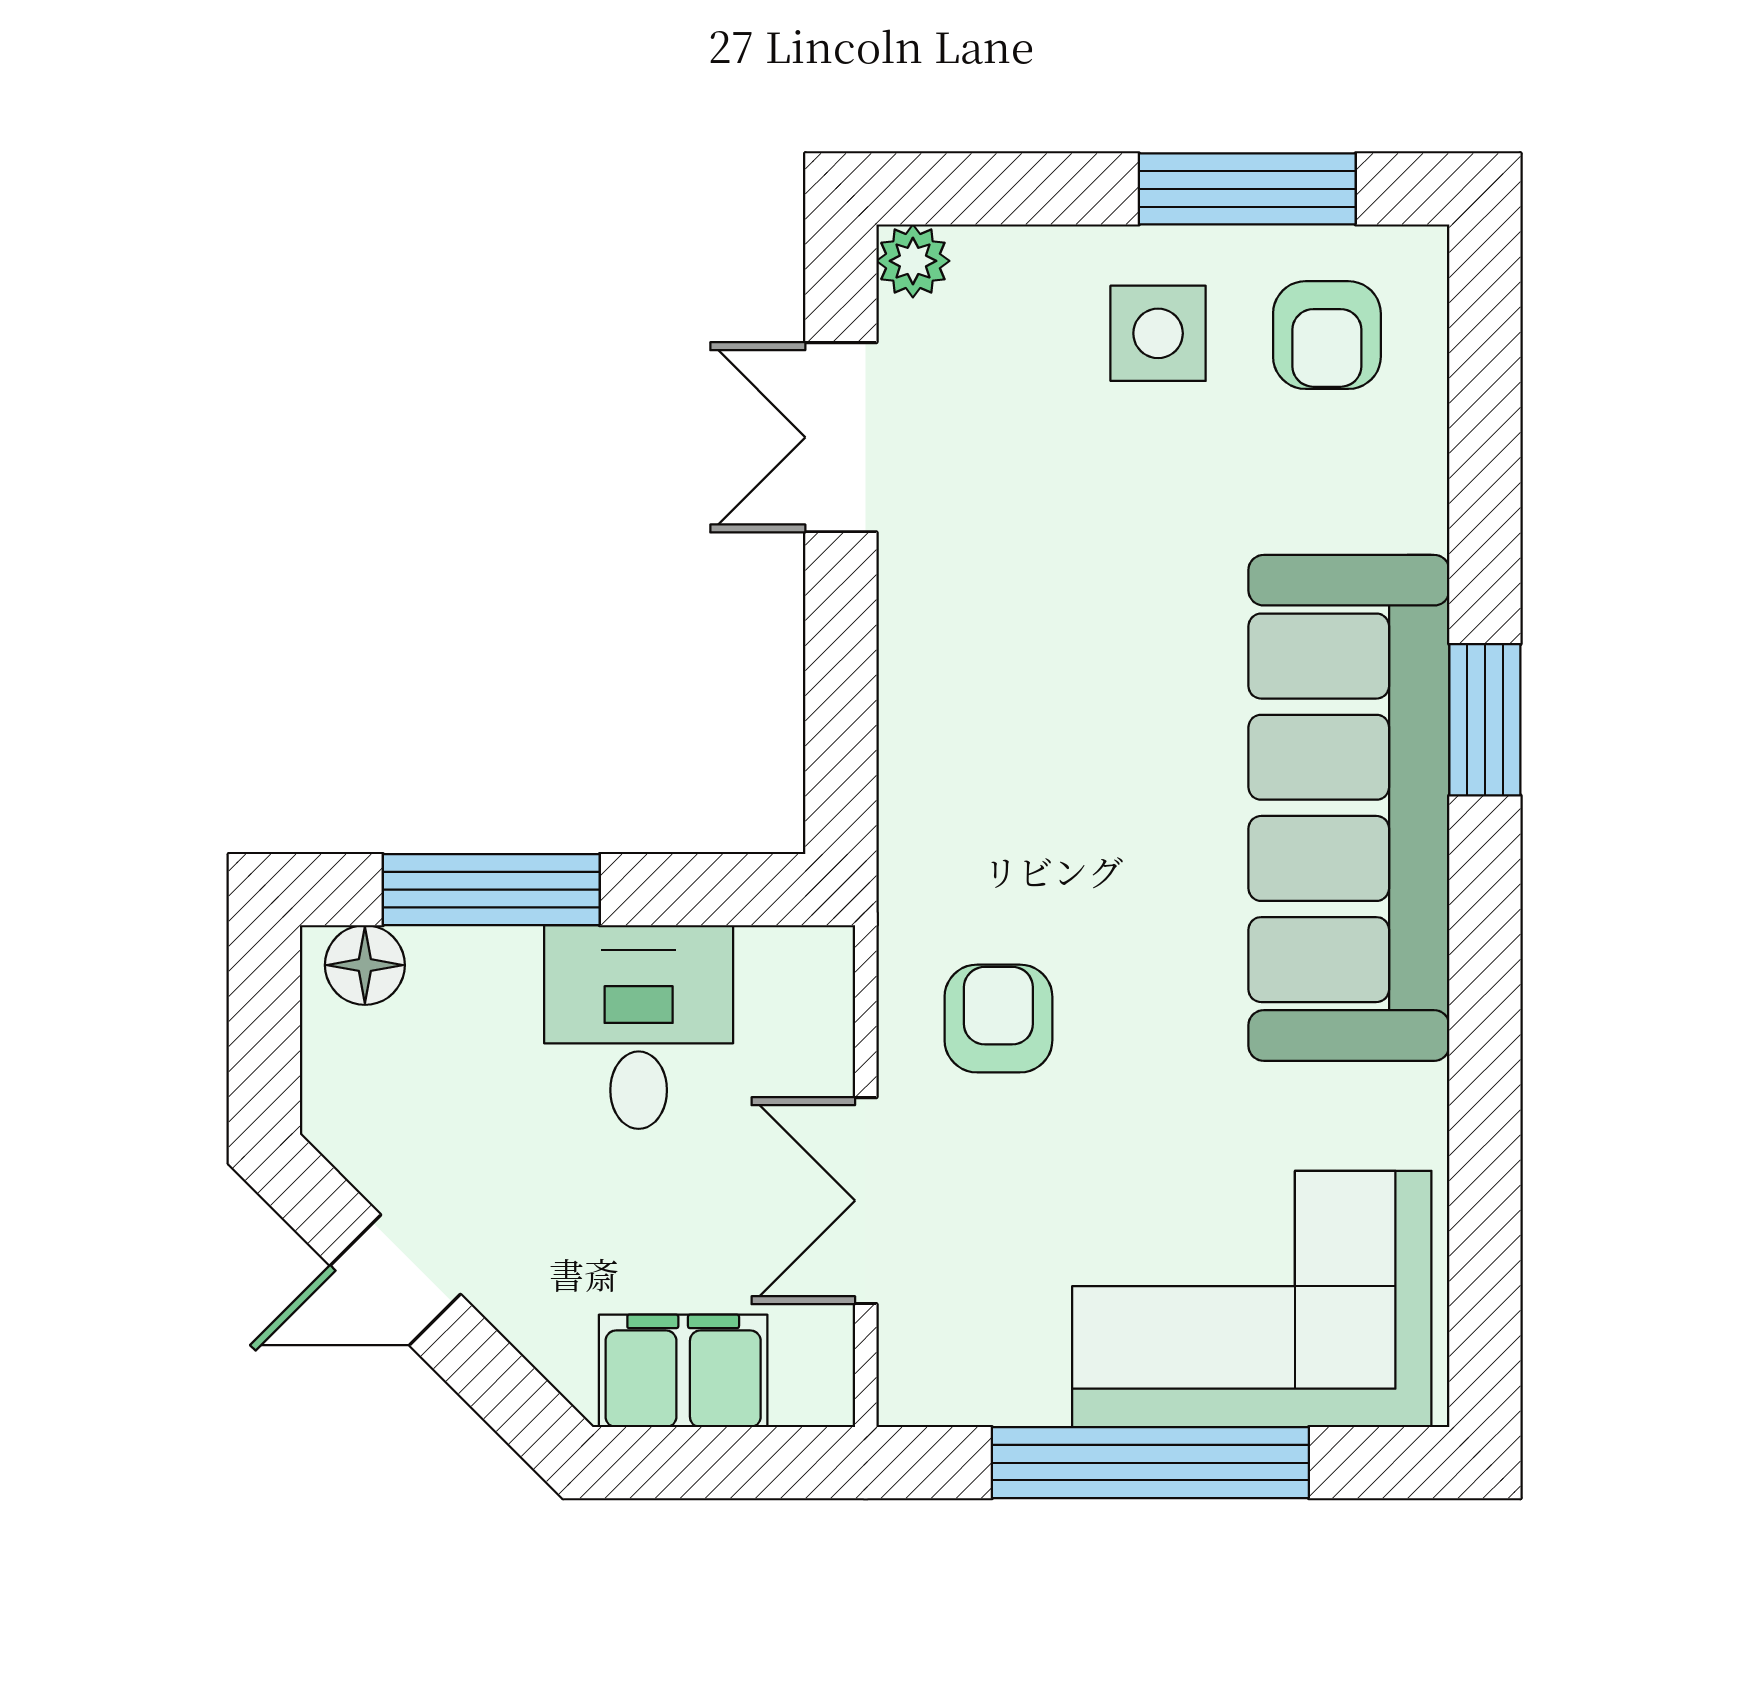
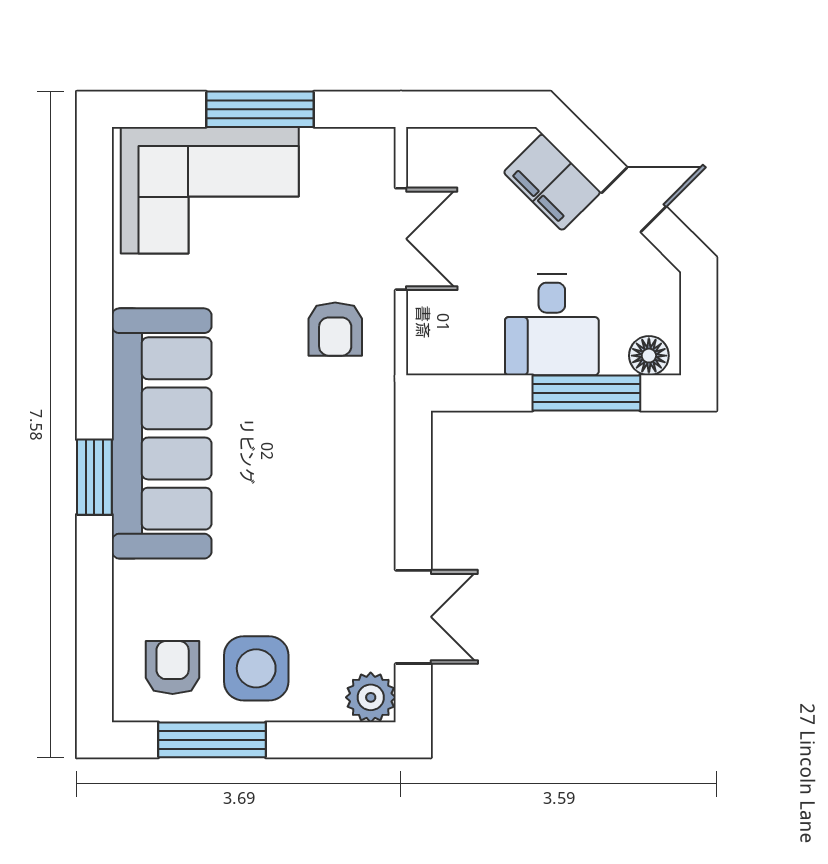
plant: (913, 261) -> (371, 697), width x1.38, depth x1.38
side table: (1158, 333) -> (256, 668), width x1.37, depth x1.37
desk: (639, 1027) -> (552, 325), moved
filing cabinet: (683, 1371) -> (552, 182), moved, turned 45
window: (1150, 1463) -> (260, 109), width x0.68

